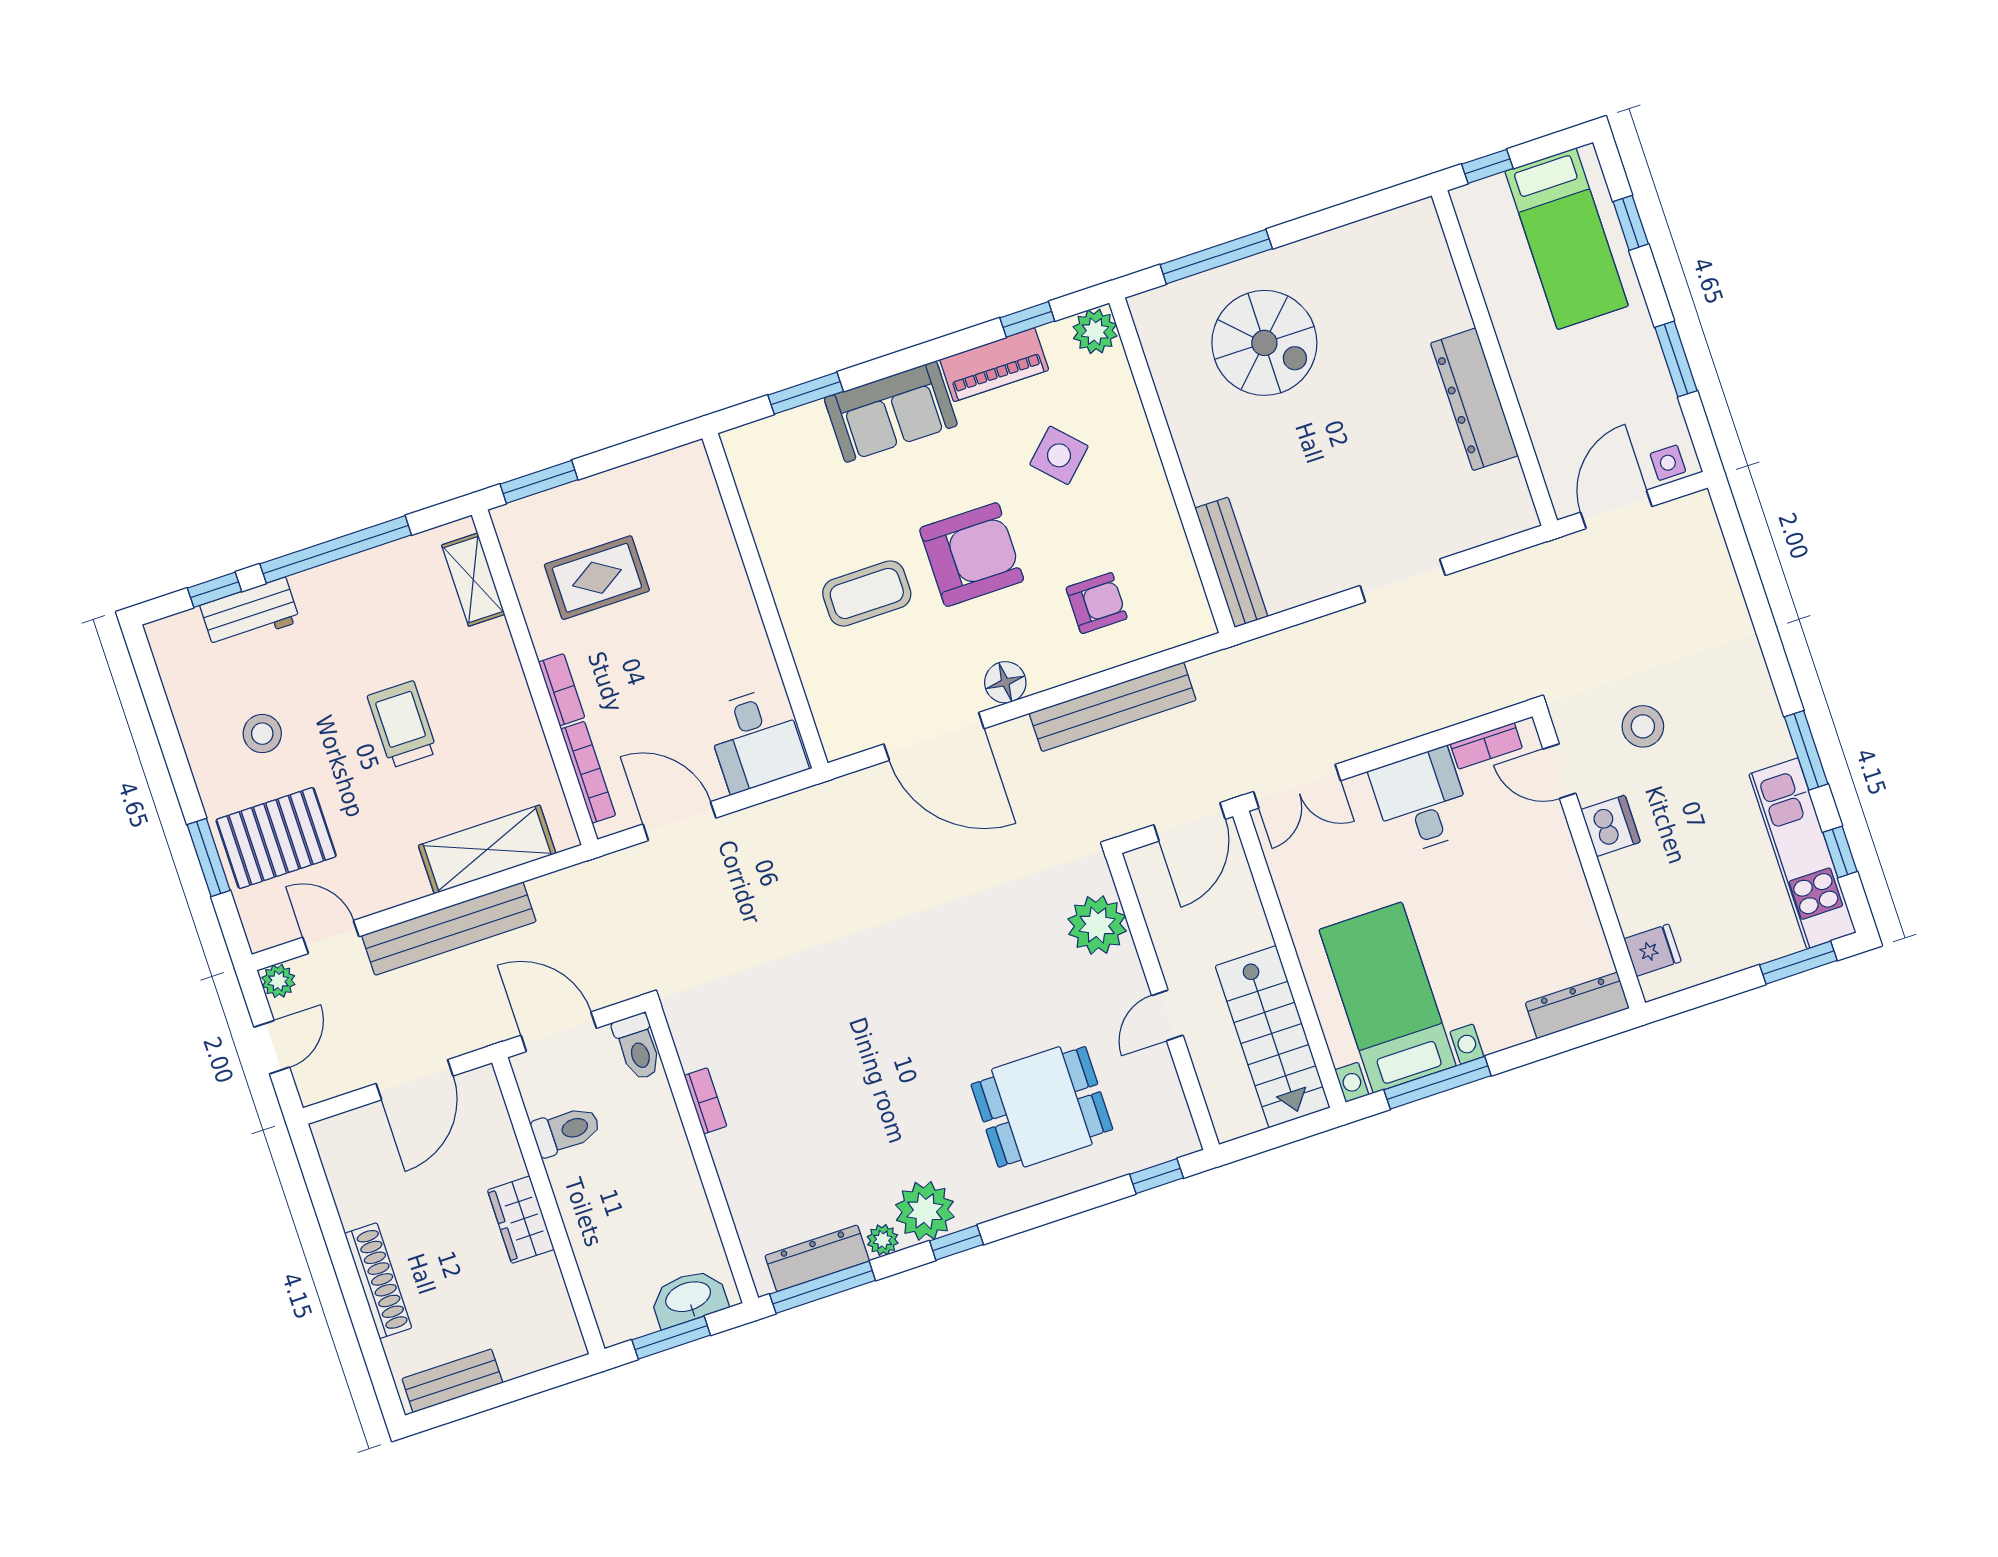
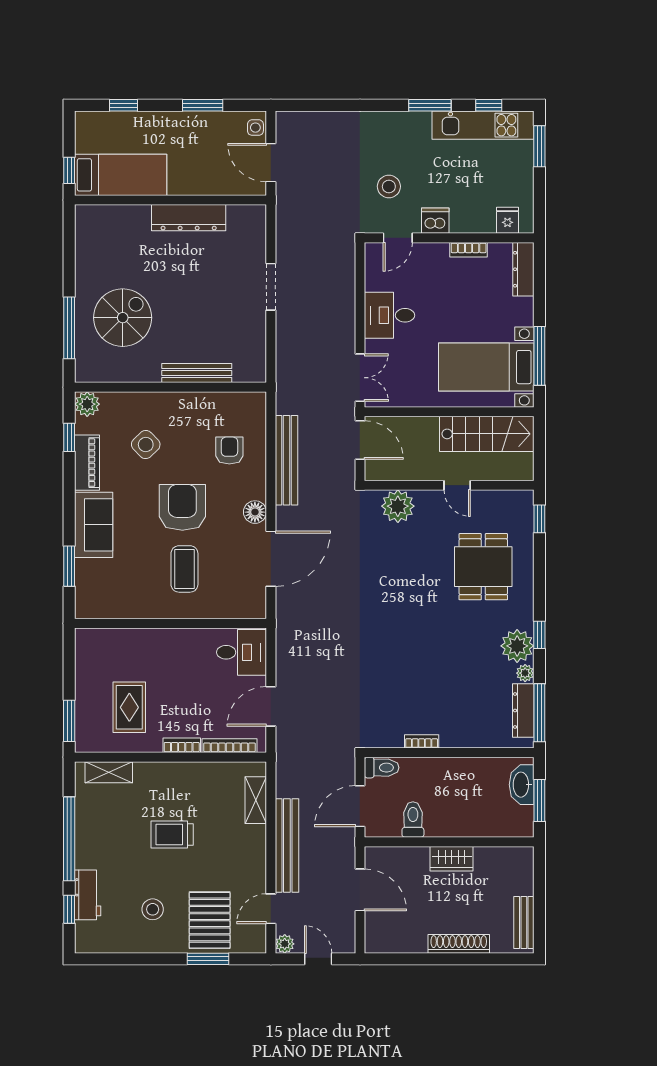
bed: (1567, 239) -> (121, 175), moved
bench: (1231, 562) -> (197, 373), moved
bookcase: (1486, 746) -> (469, 250), moved, turned 90
shelving: (487, 849) -> (256, 800), width x0.67, depth x0.75

